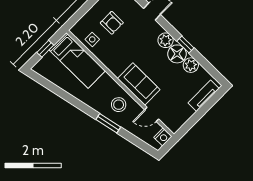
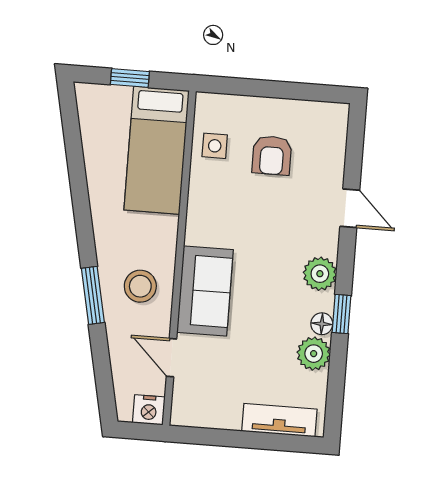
floor lamp: (177, 54) -> (322, 324), width x0.53, depth x0.53

